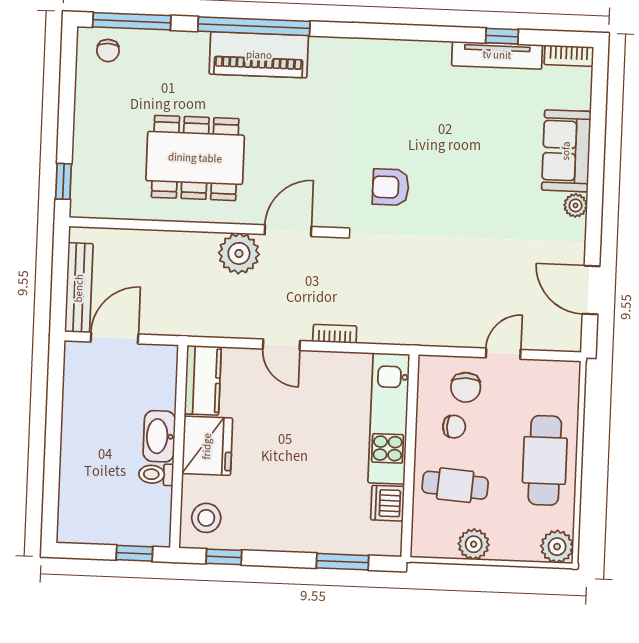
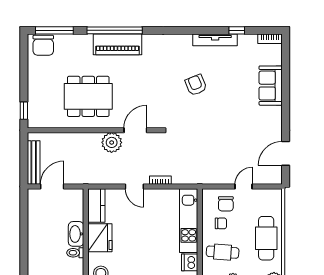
chair: (108, 51) -> (43, 45), width x1.87, depth x1.87
tv unit: (497, 55) -> (215, 40), moved
armchair: (391, 187) -> (196, 85), moved, turned 68
plant: (576, 205) -> (276, 112), removed
door: (591, 290) -> (286, 153), hinge flipped

